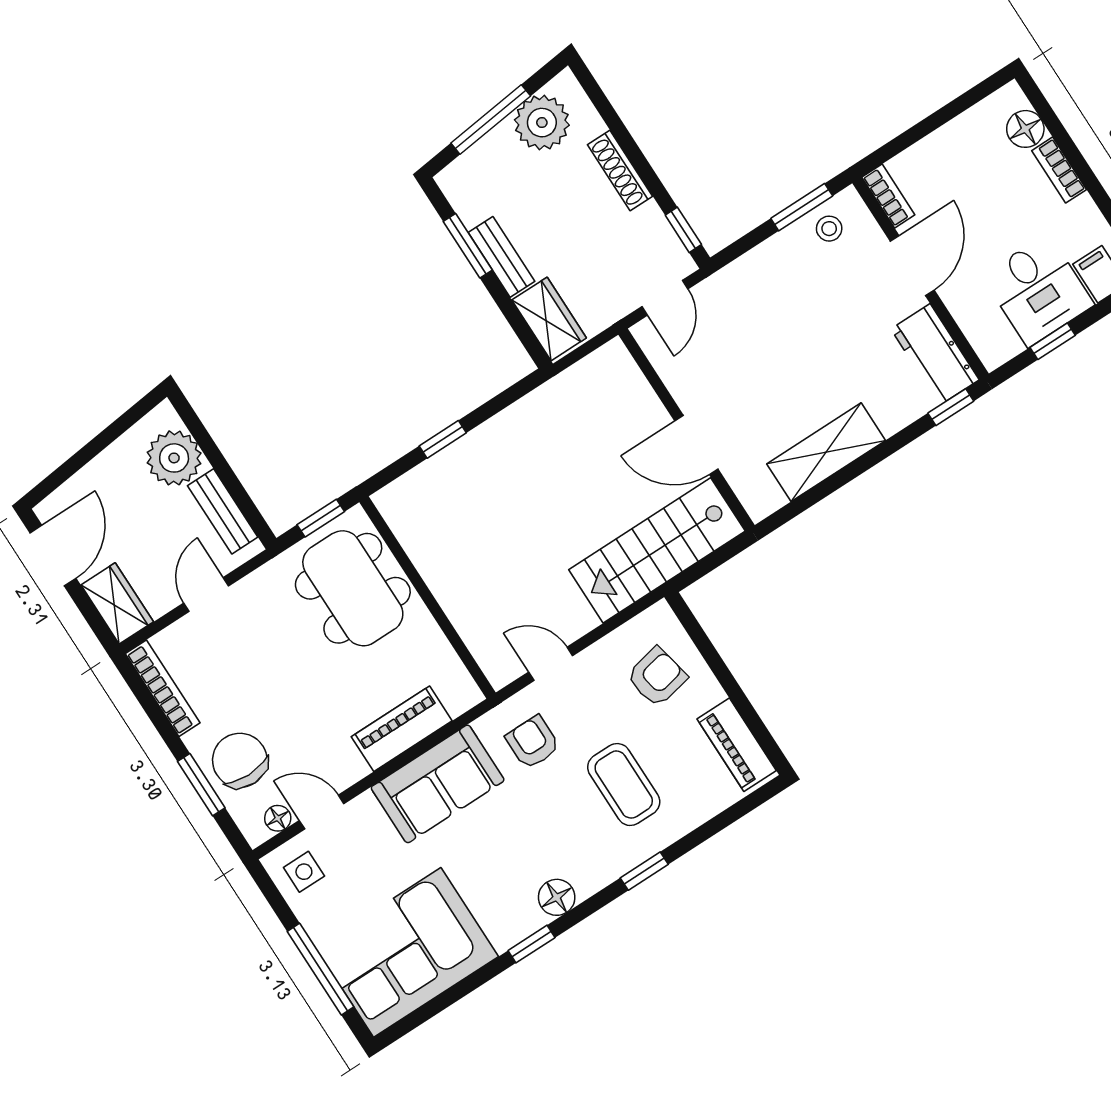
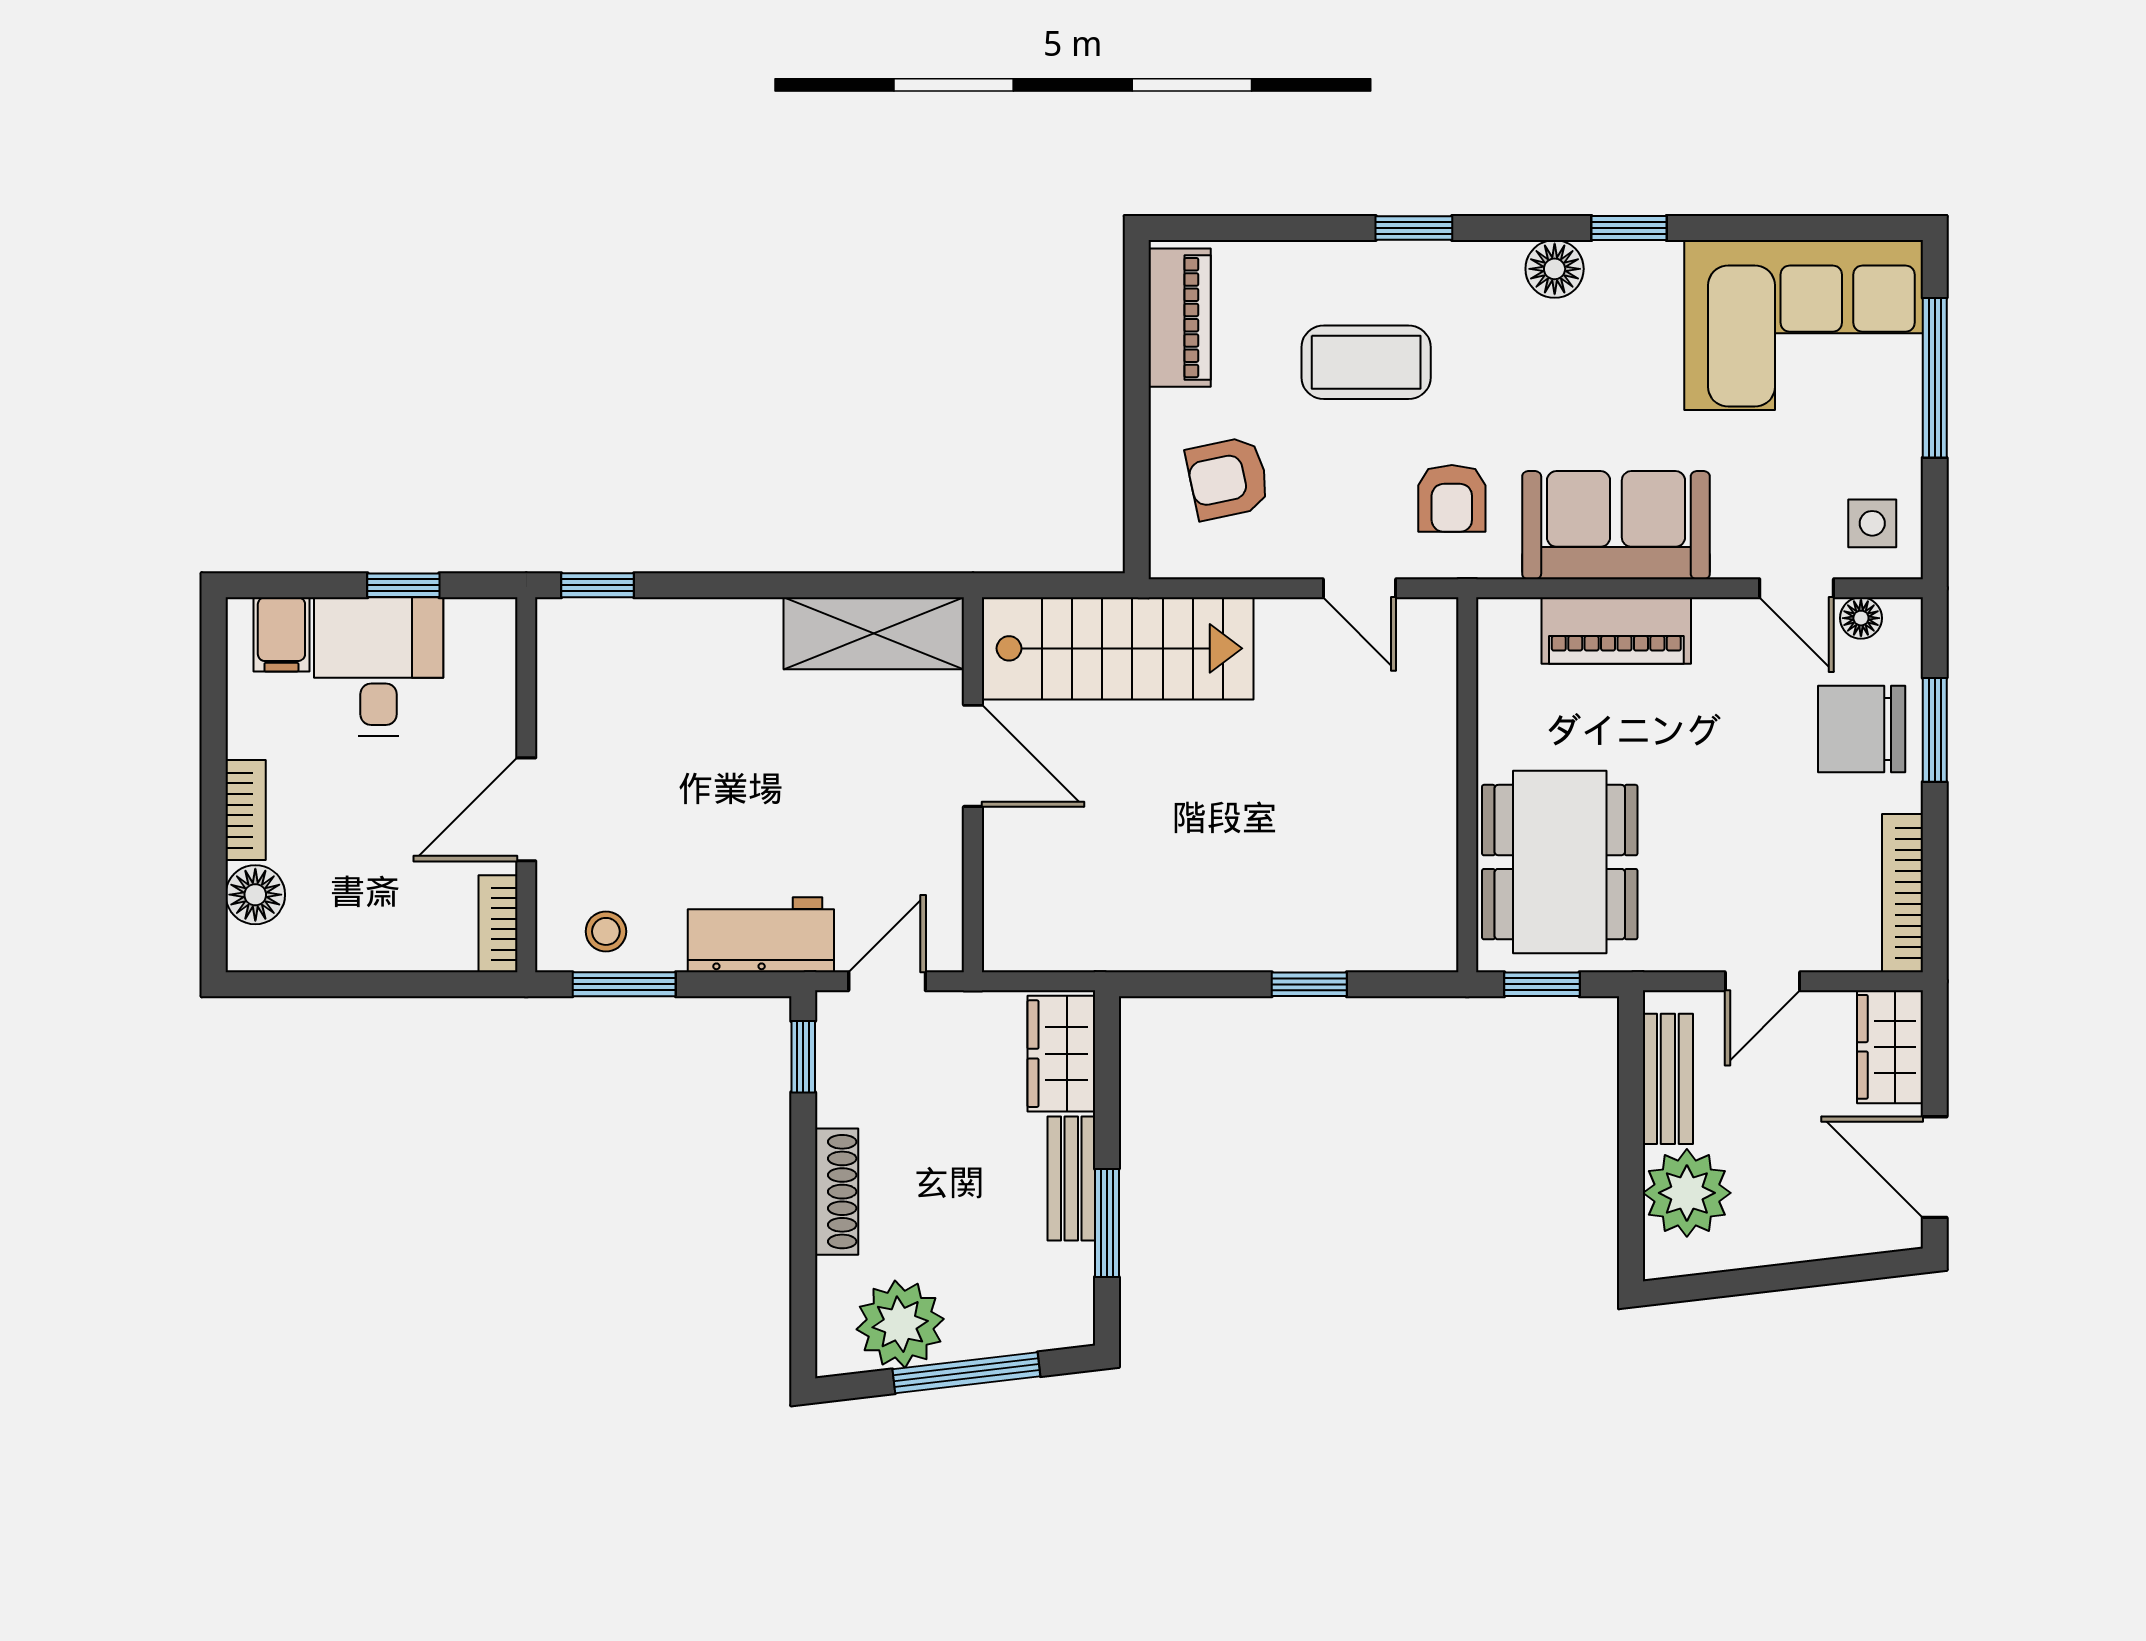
workbench: (935, 354) -> (761, 935), moved, turned -90
shelving: (826, 452) -> (874, 633), moved
door: (53, 556) -> (1935, 1167), hinge flipped
chair: (240, 760) -> (1862, 729), turned 90
coffee table: (624, 785) -> (1366, 362), turned 90

